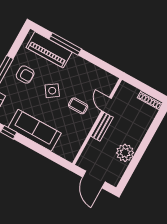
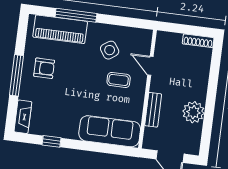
side table: (52, 91) -> (110, 50), moved
bench: (102, 127) -> (153, 110), moved
sofa: (35, 130) -> (110, 131), moved

